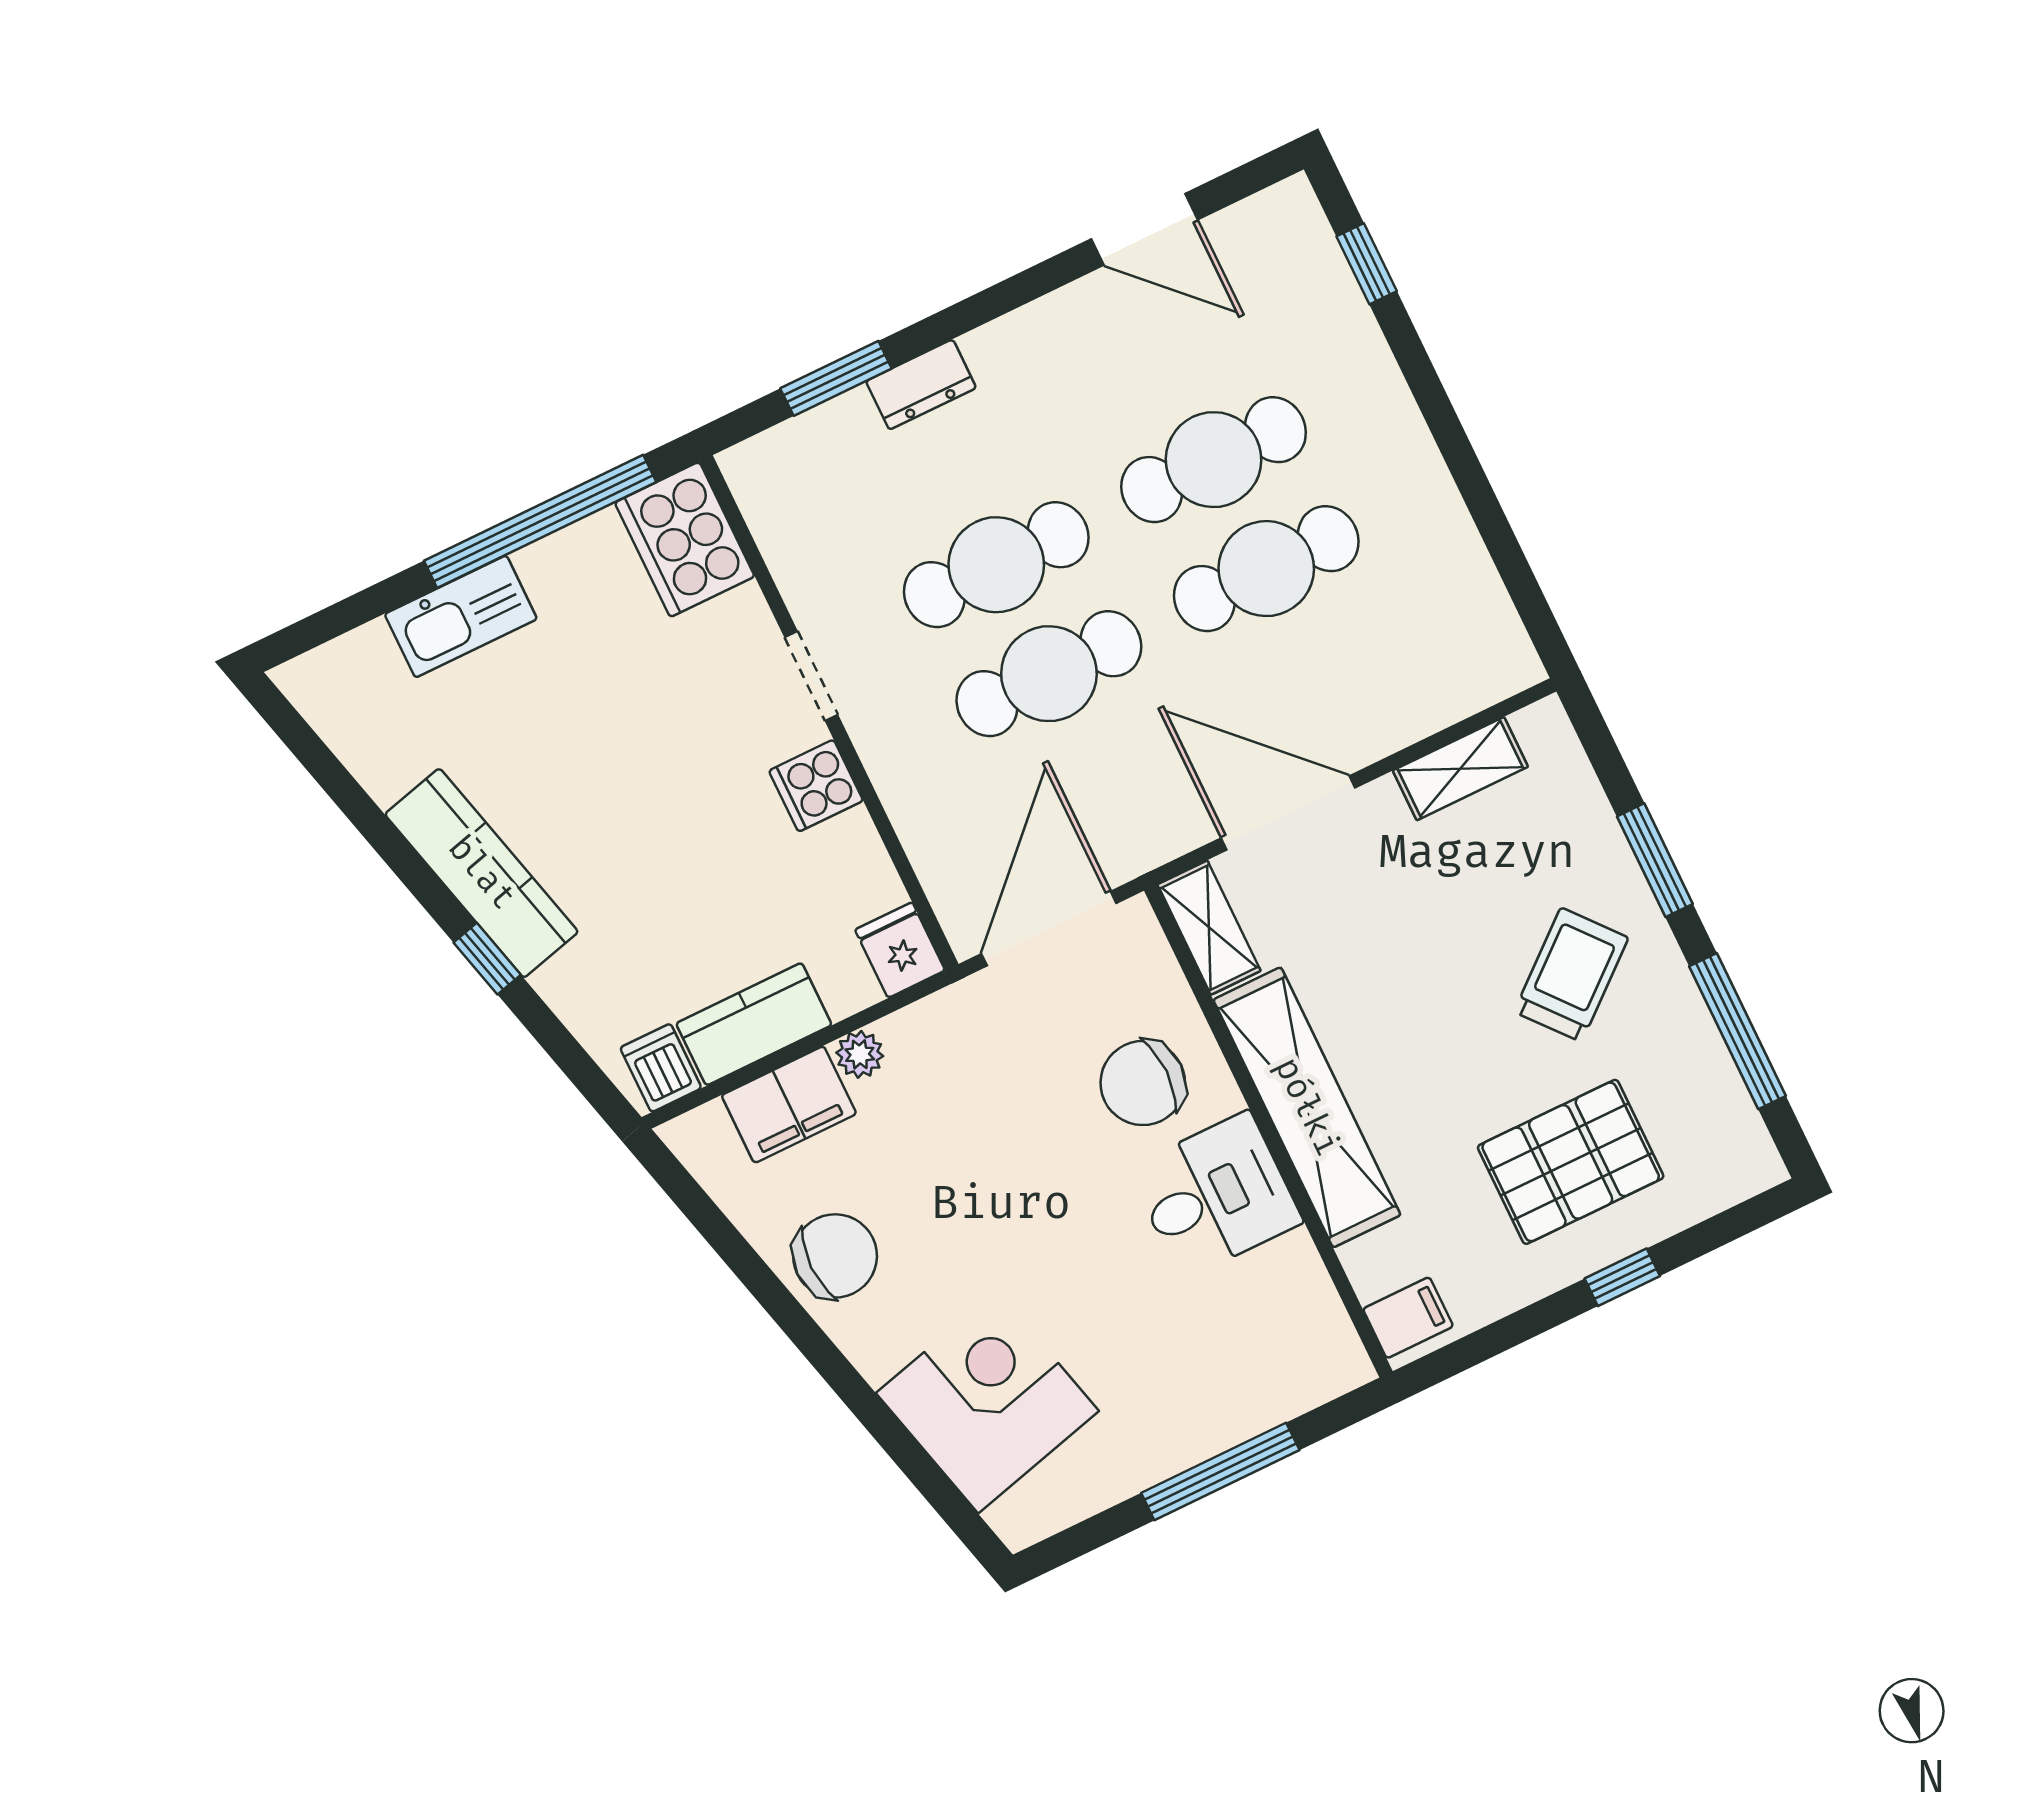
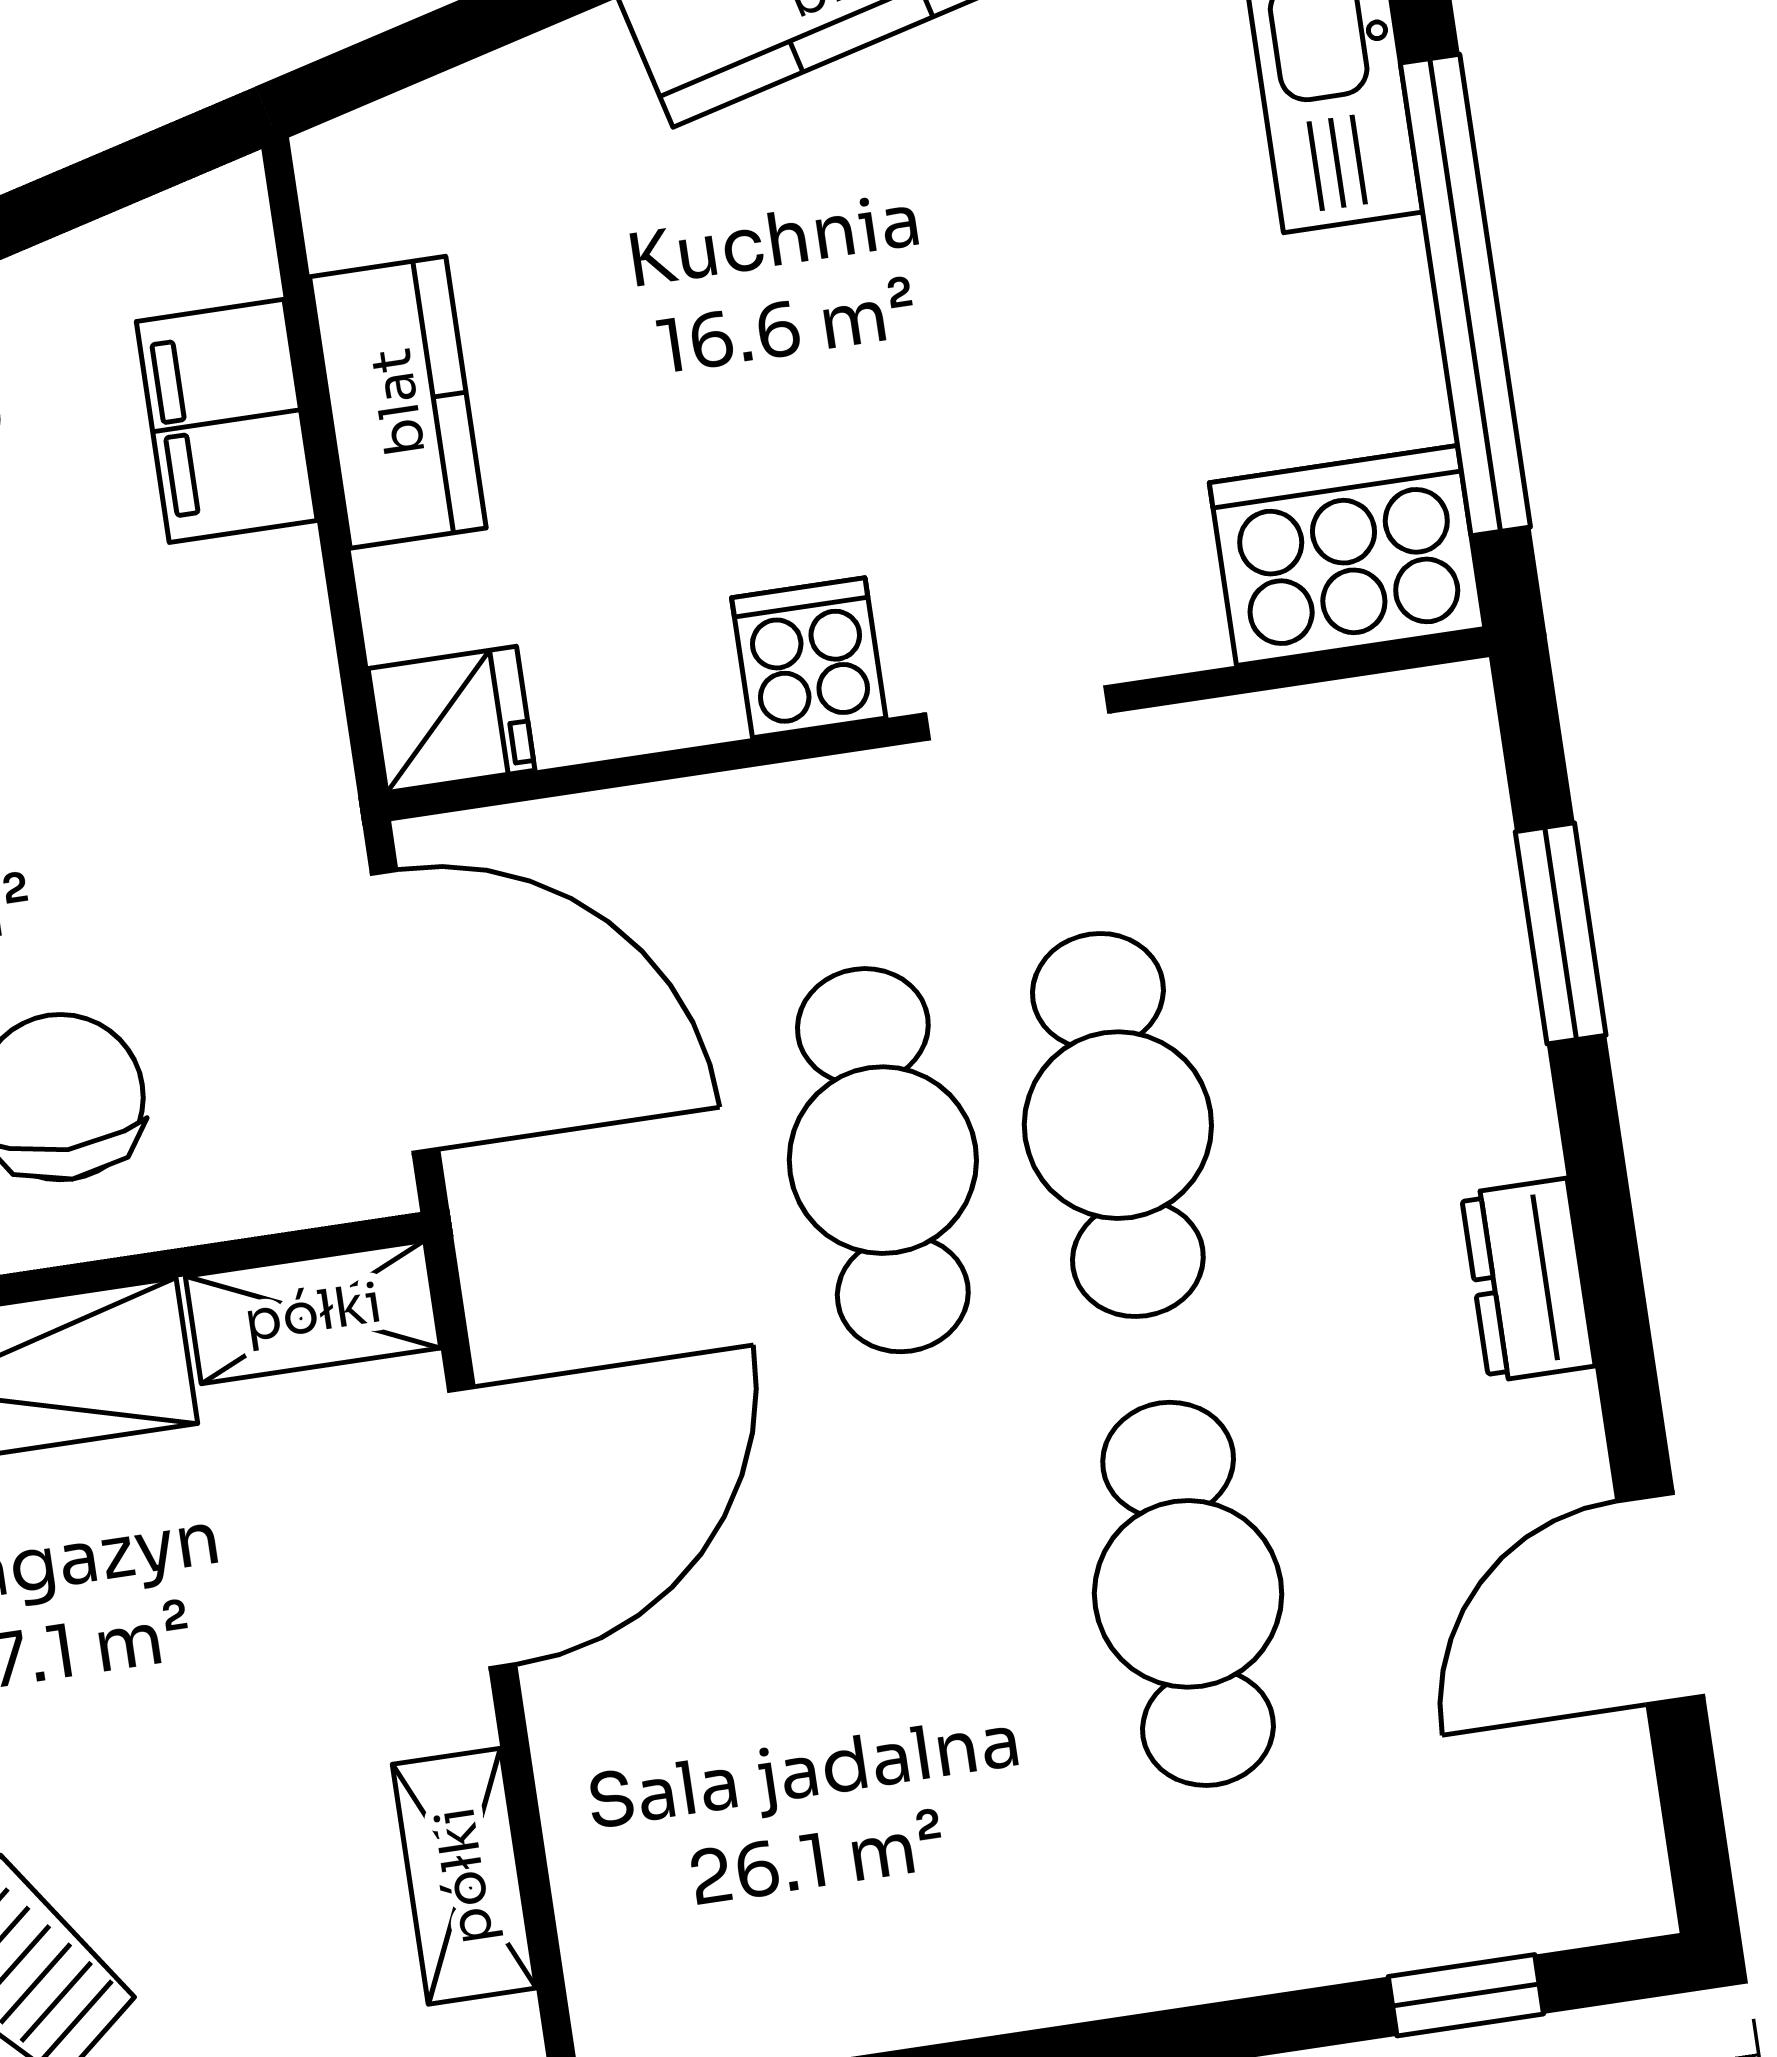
dresser: (921, 385) -> (1528, 1280), moved
cafe table: (1266, 569) -> (953, 1629), removed
plant: (860, 1054) -> (279, 583), removed
dishwasher: (661, 1068) -> (370, 202), removed

